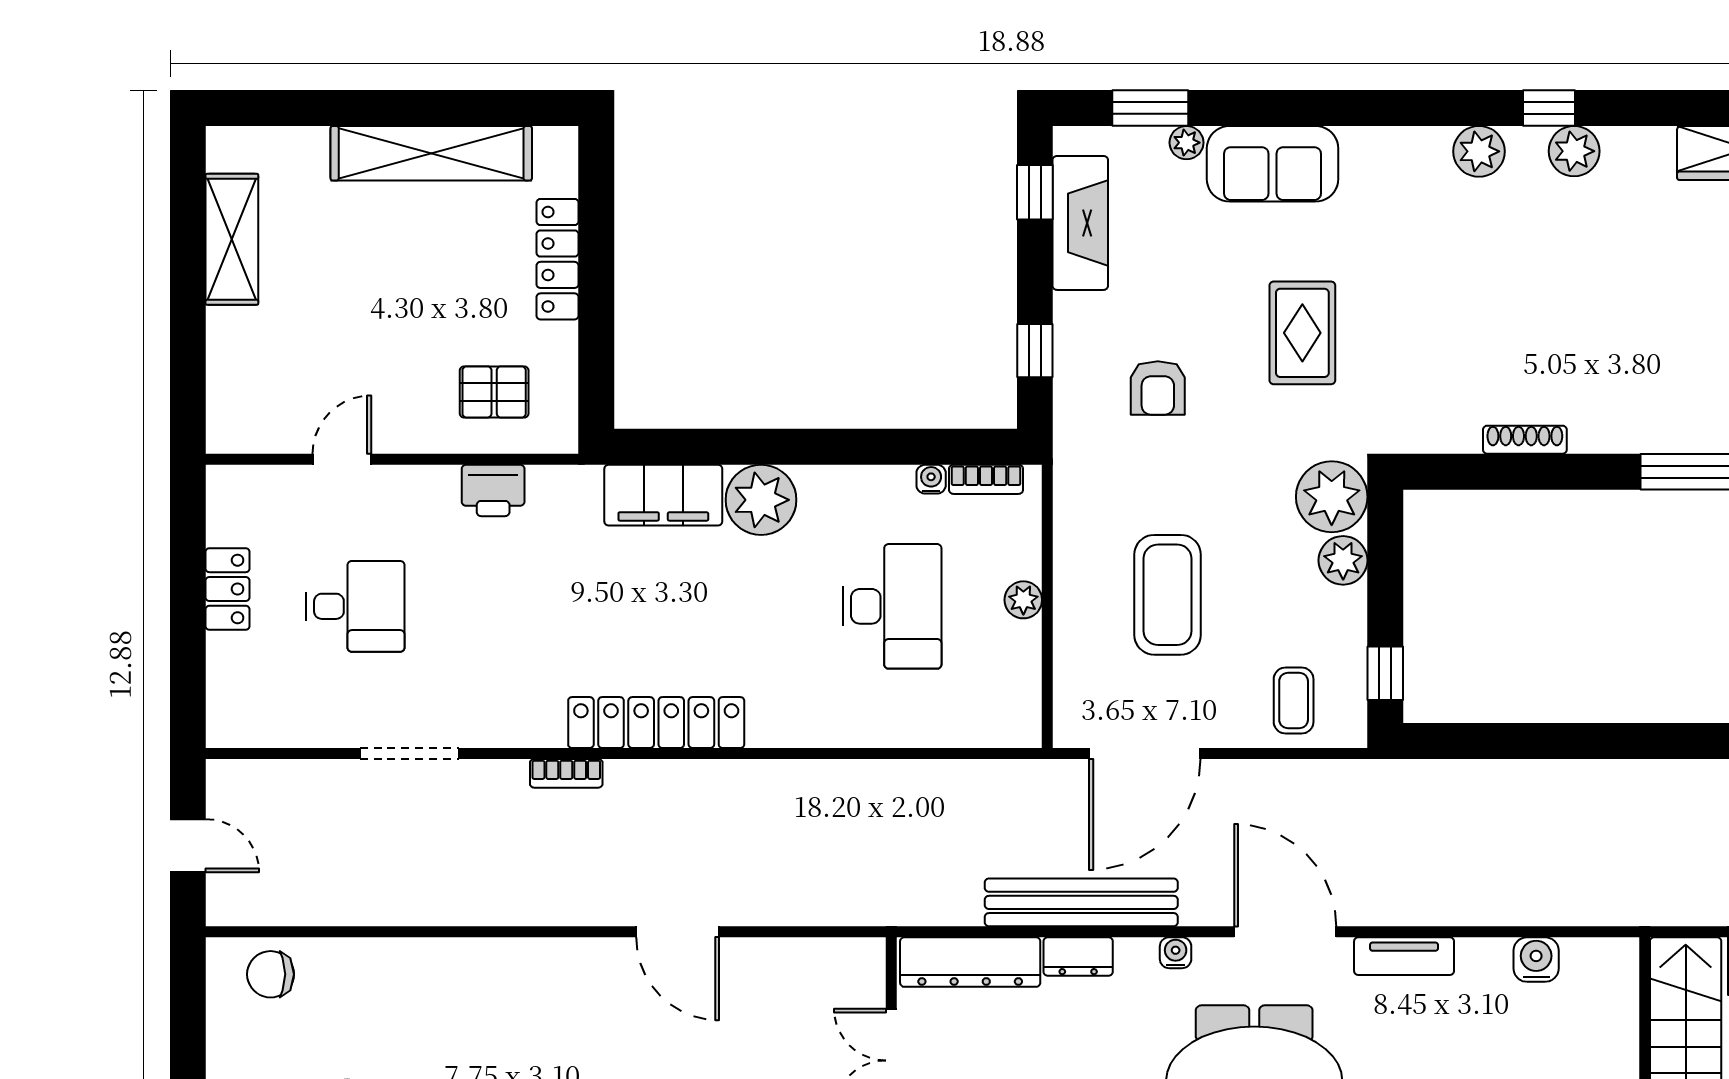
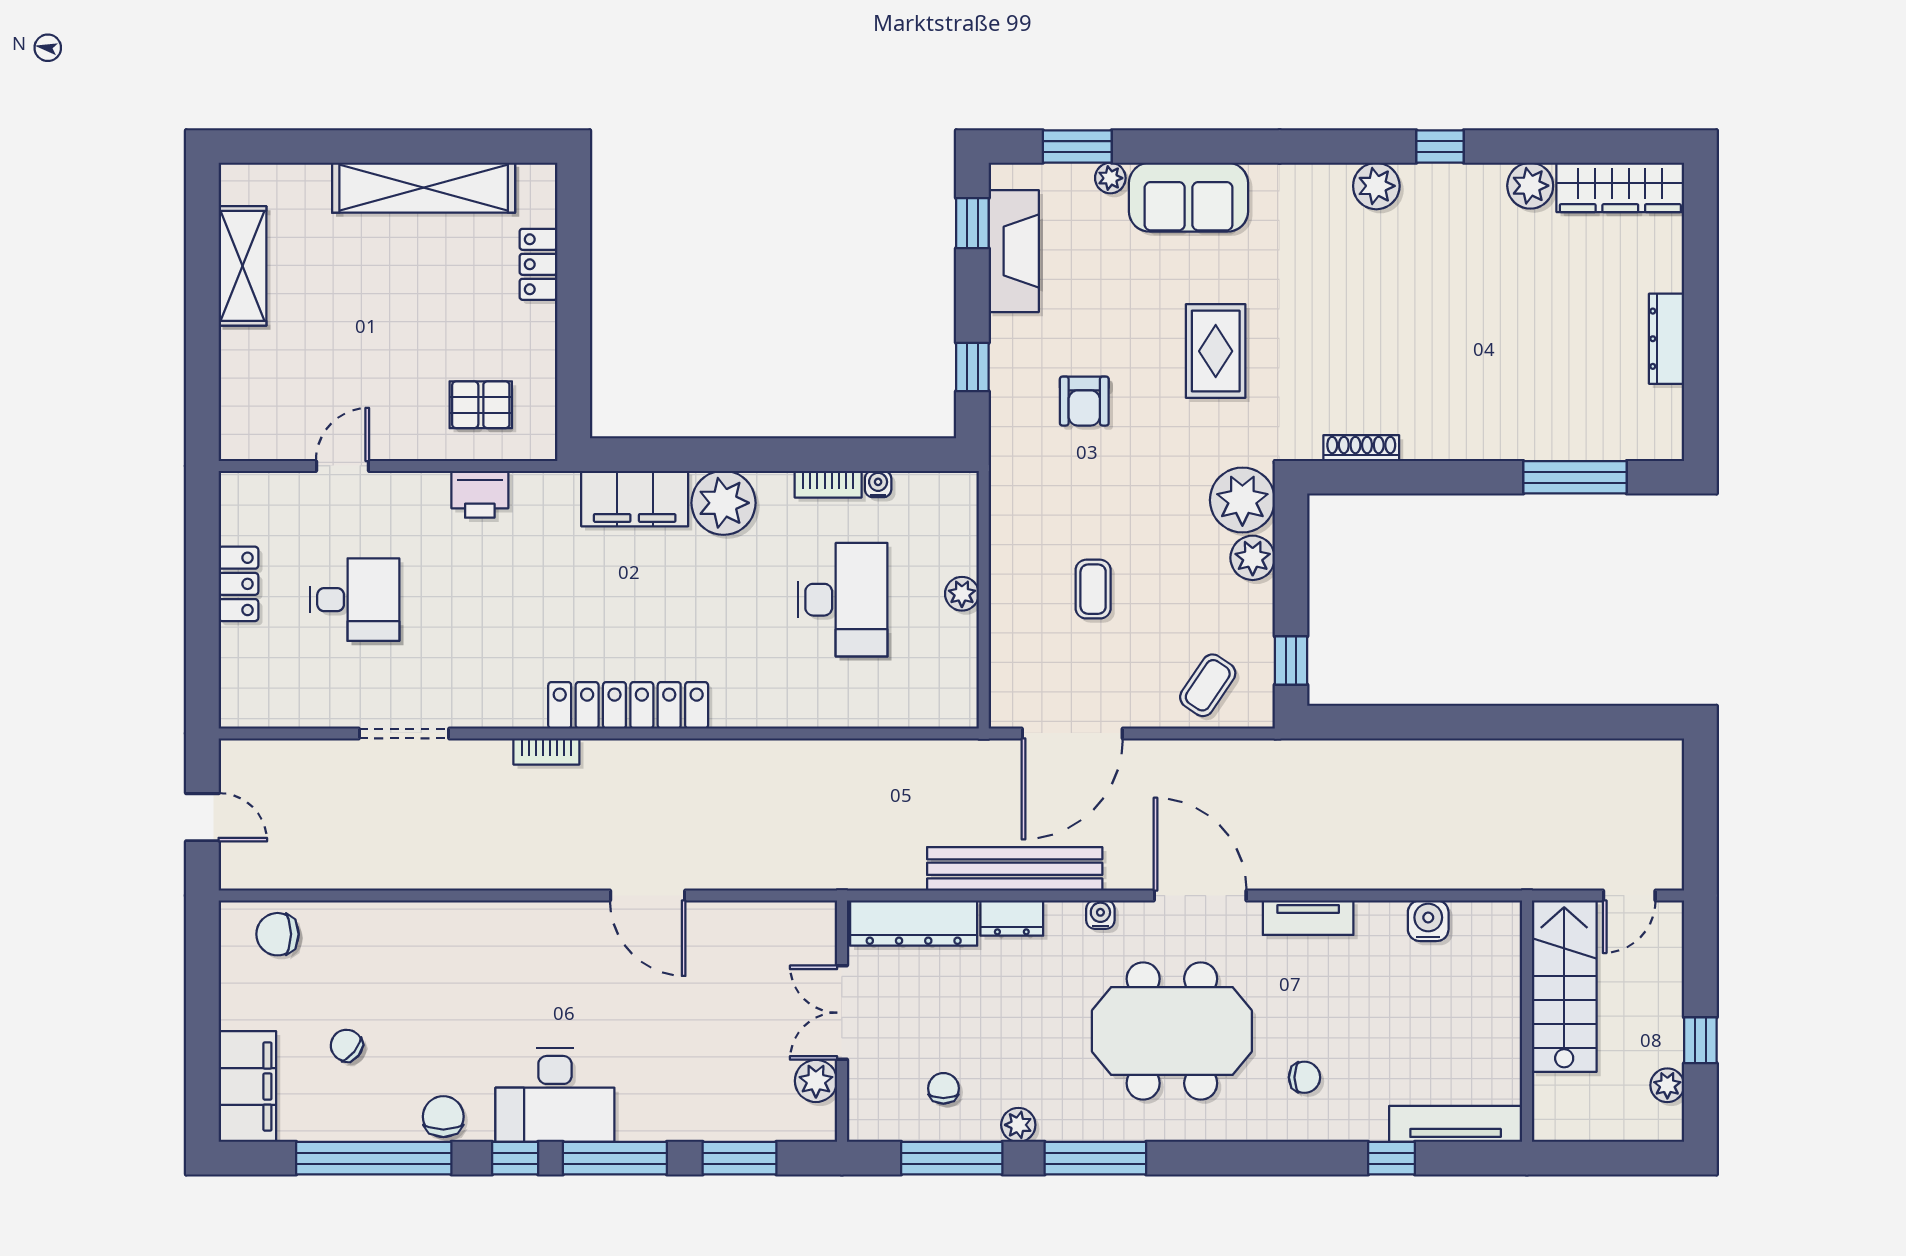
plant: (1574, 151) -> (1530, 186), moved
locker: (558, 259) -> (538, 264), width x0.66
shoe rack: (1525, 440) -> (1361, 448), moved
bookcase: (986, 479) -> (828, 484), moved
coffee table: (1168, 595) -> (1093, 589), width x0.54, depth x0.58
coffee table: (1294, 701) -> (1208, 685), turned 34

